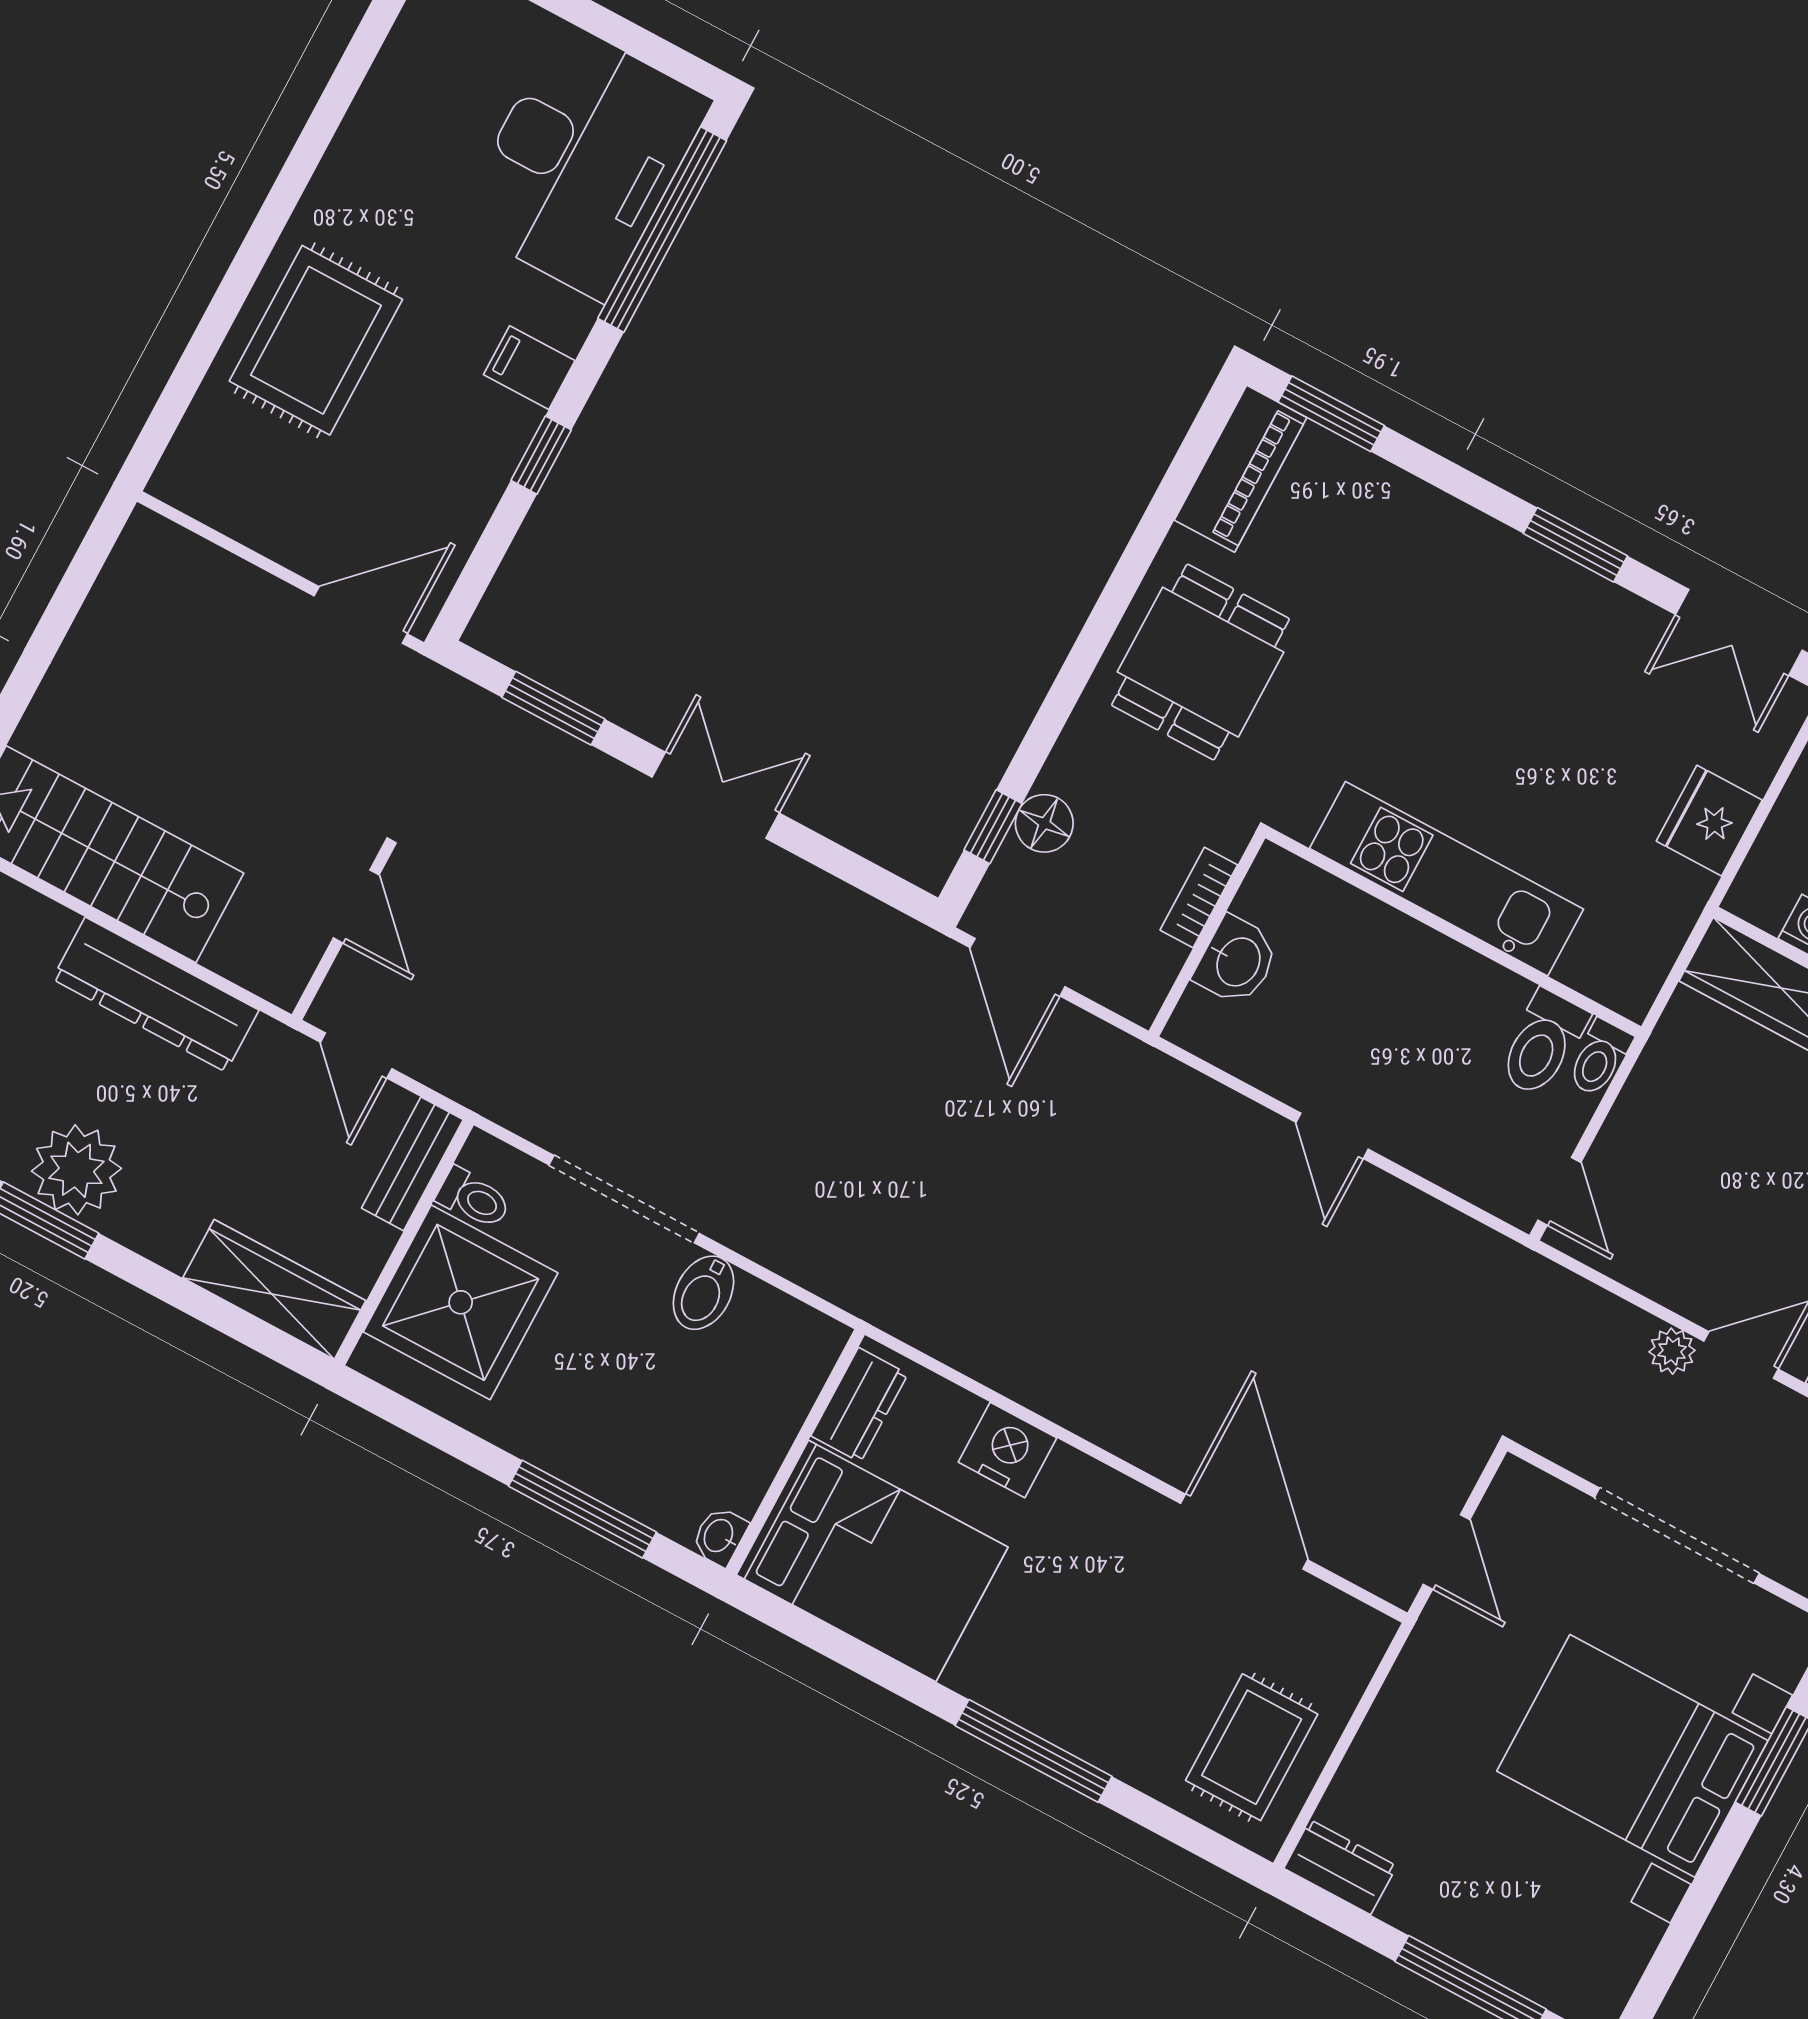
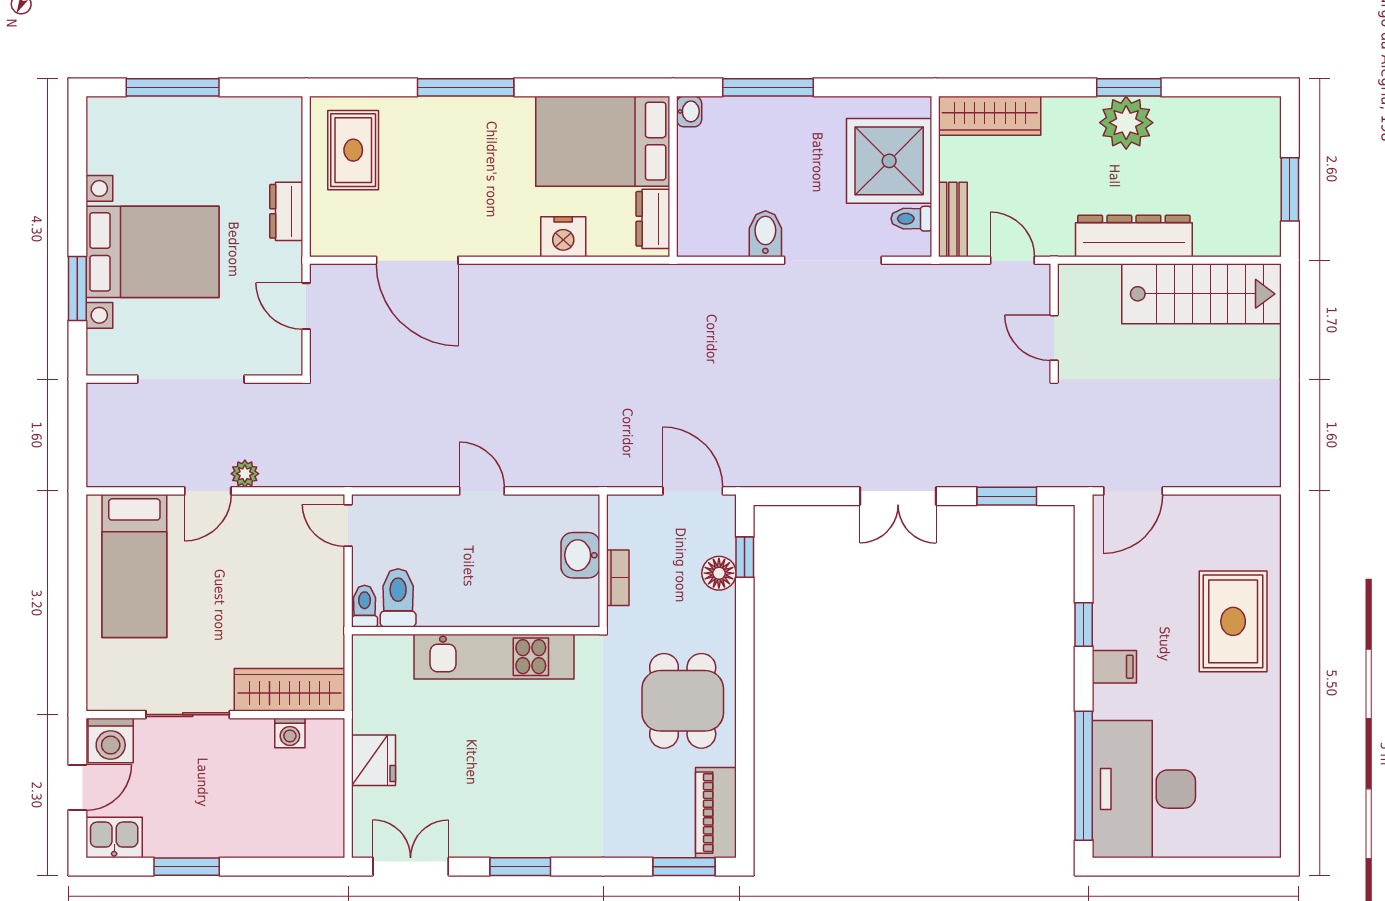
dresser: (1340, 1867) -> (286, 211), moved, turned 90

